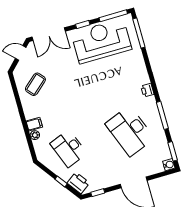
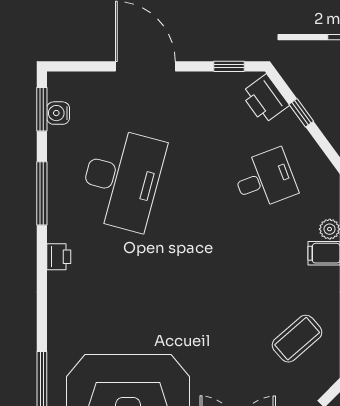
desk: (130, 131) -> (122, 179), turned 36
desk: (69, 149) -> (265, 179), width x0.73
water cooler: (169, 165) -> (58, 113), moved

